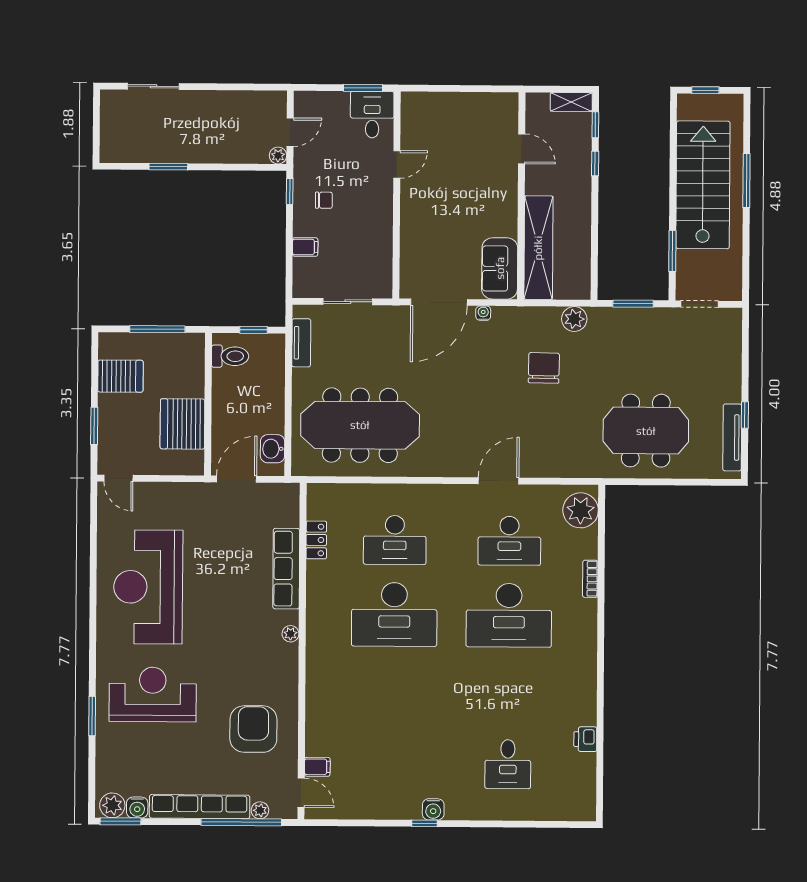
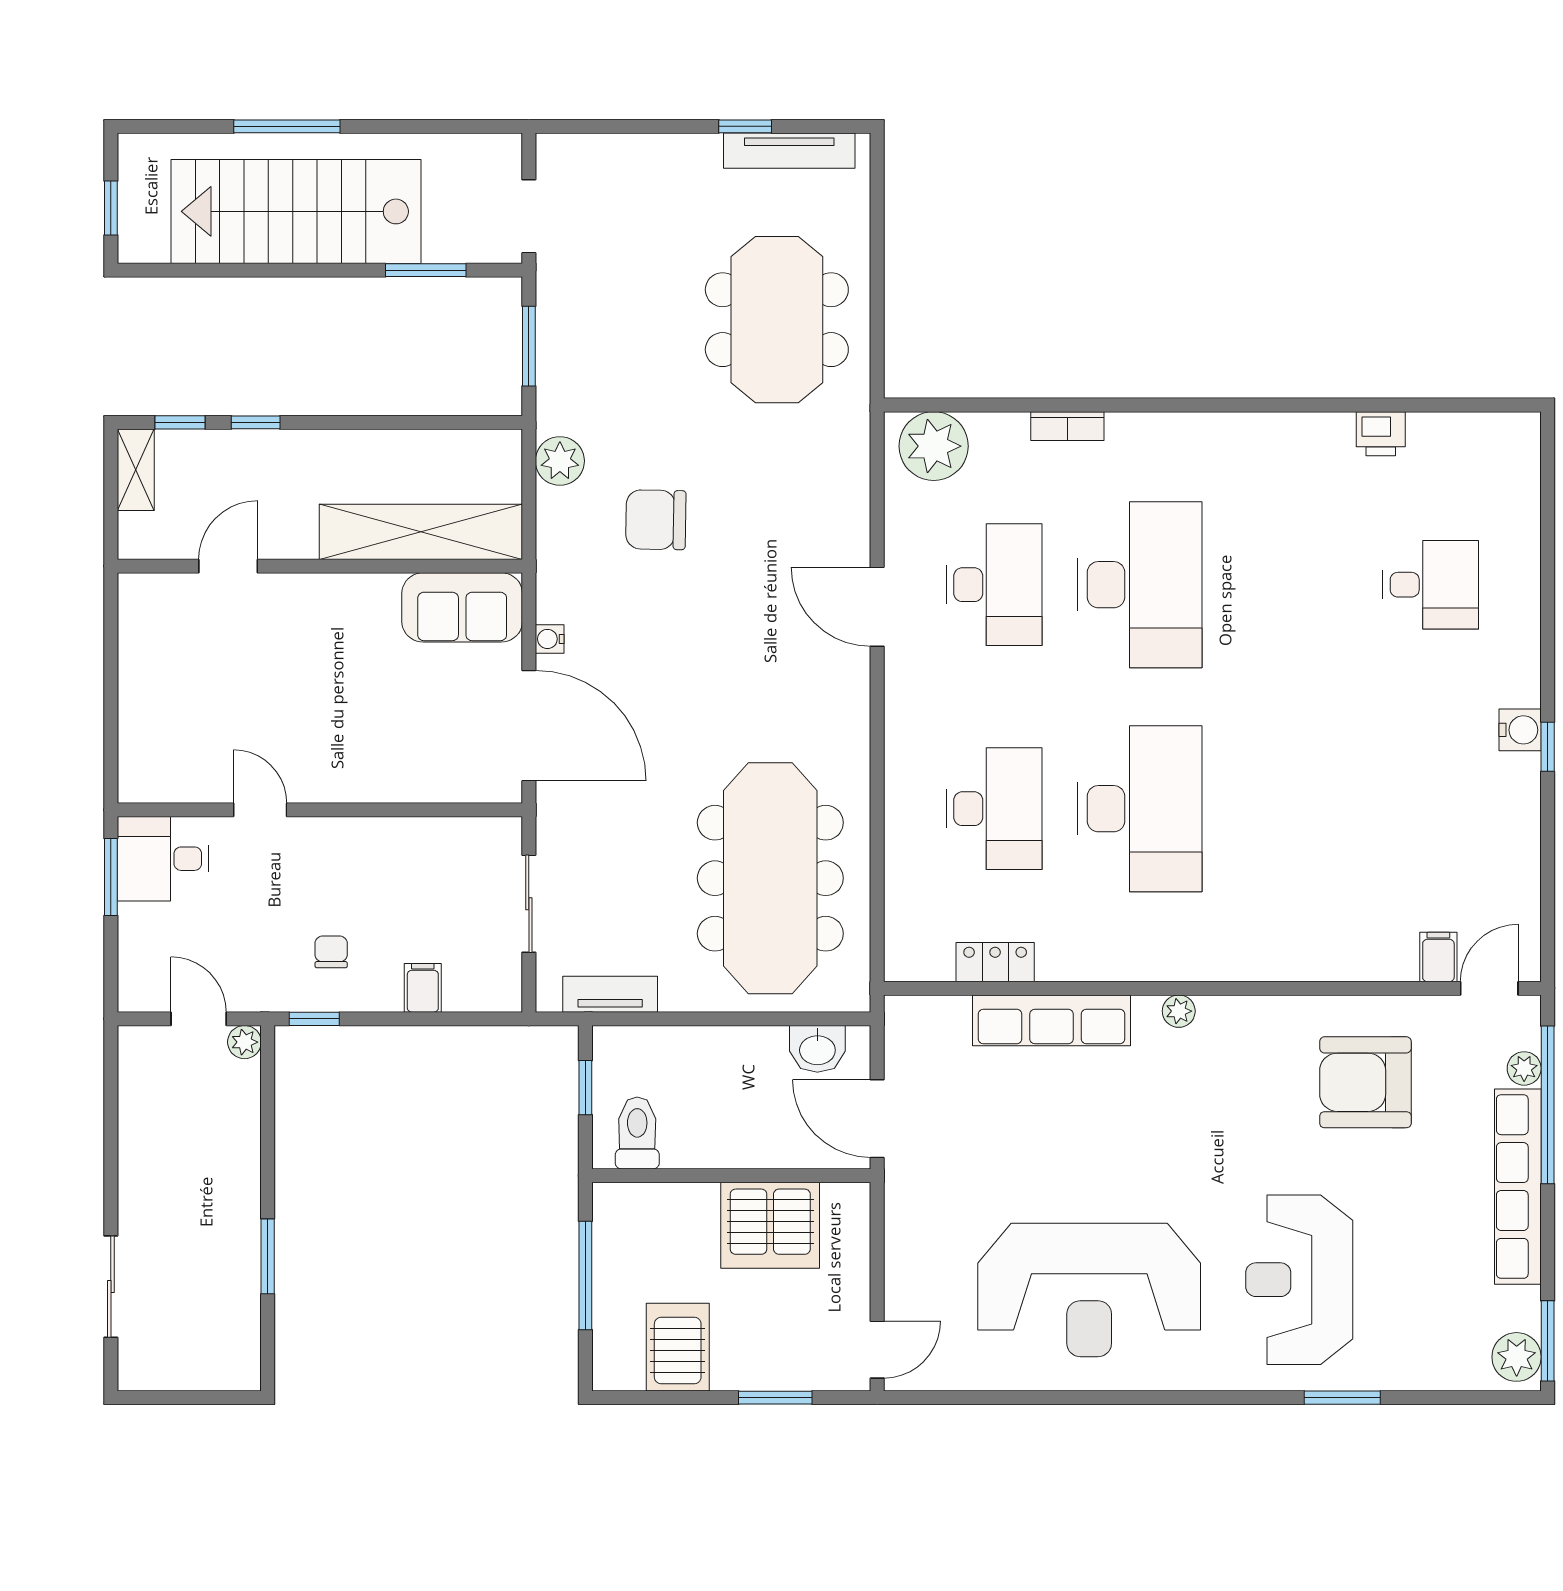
water cooler: (137, 808) -> (1520, 1308), removed

